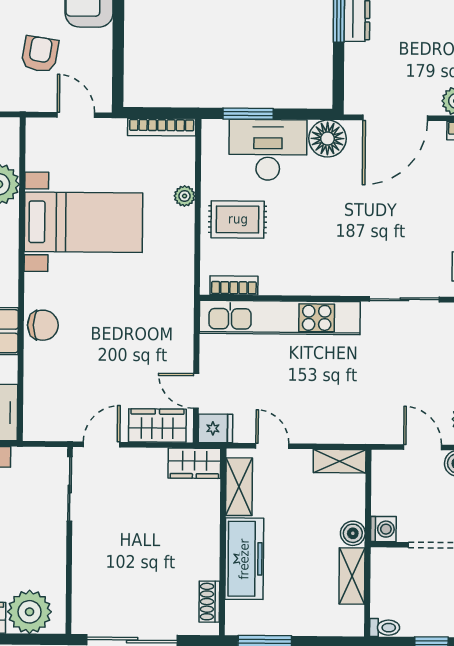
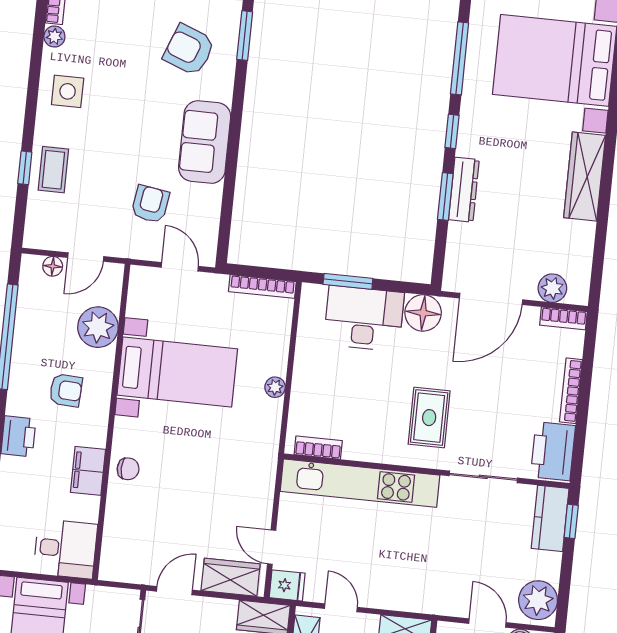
plant: (185, 196) -> (275, 387), moved
rug: (238, 219) -> (429, 418), moved, turned 90
chair: (43, 325) -> (128, 469), width x0.73, depth x0.73

